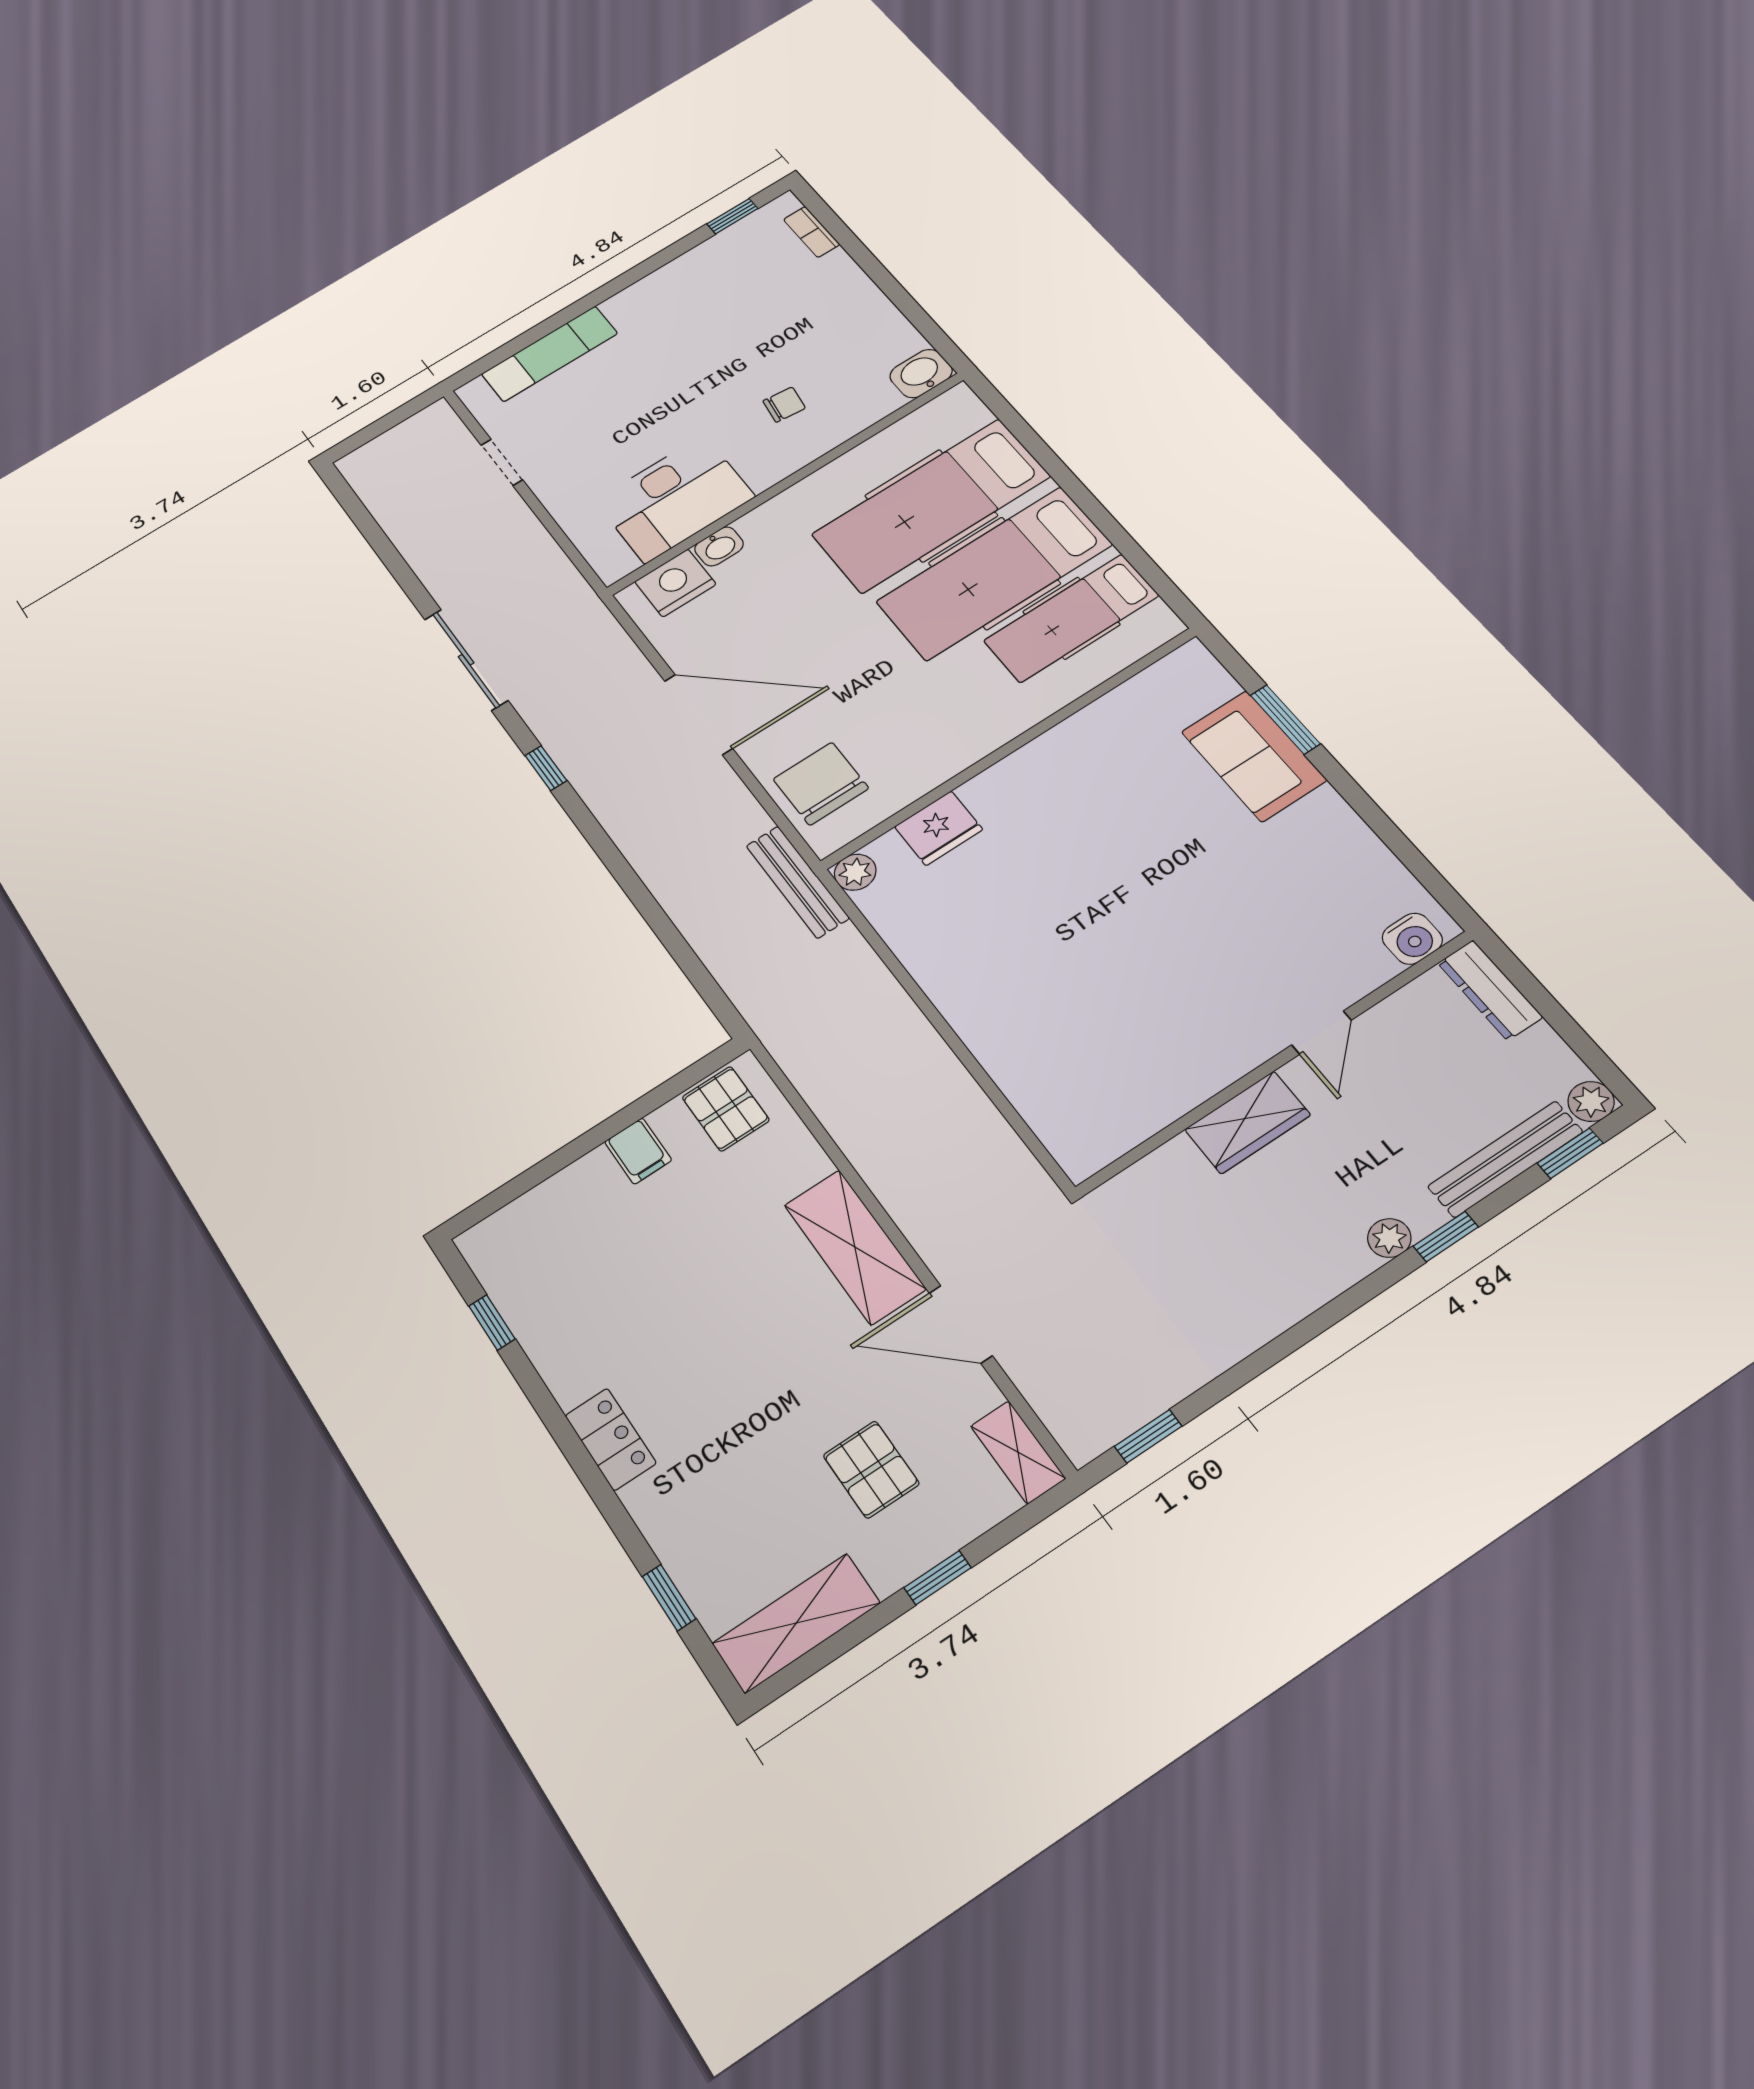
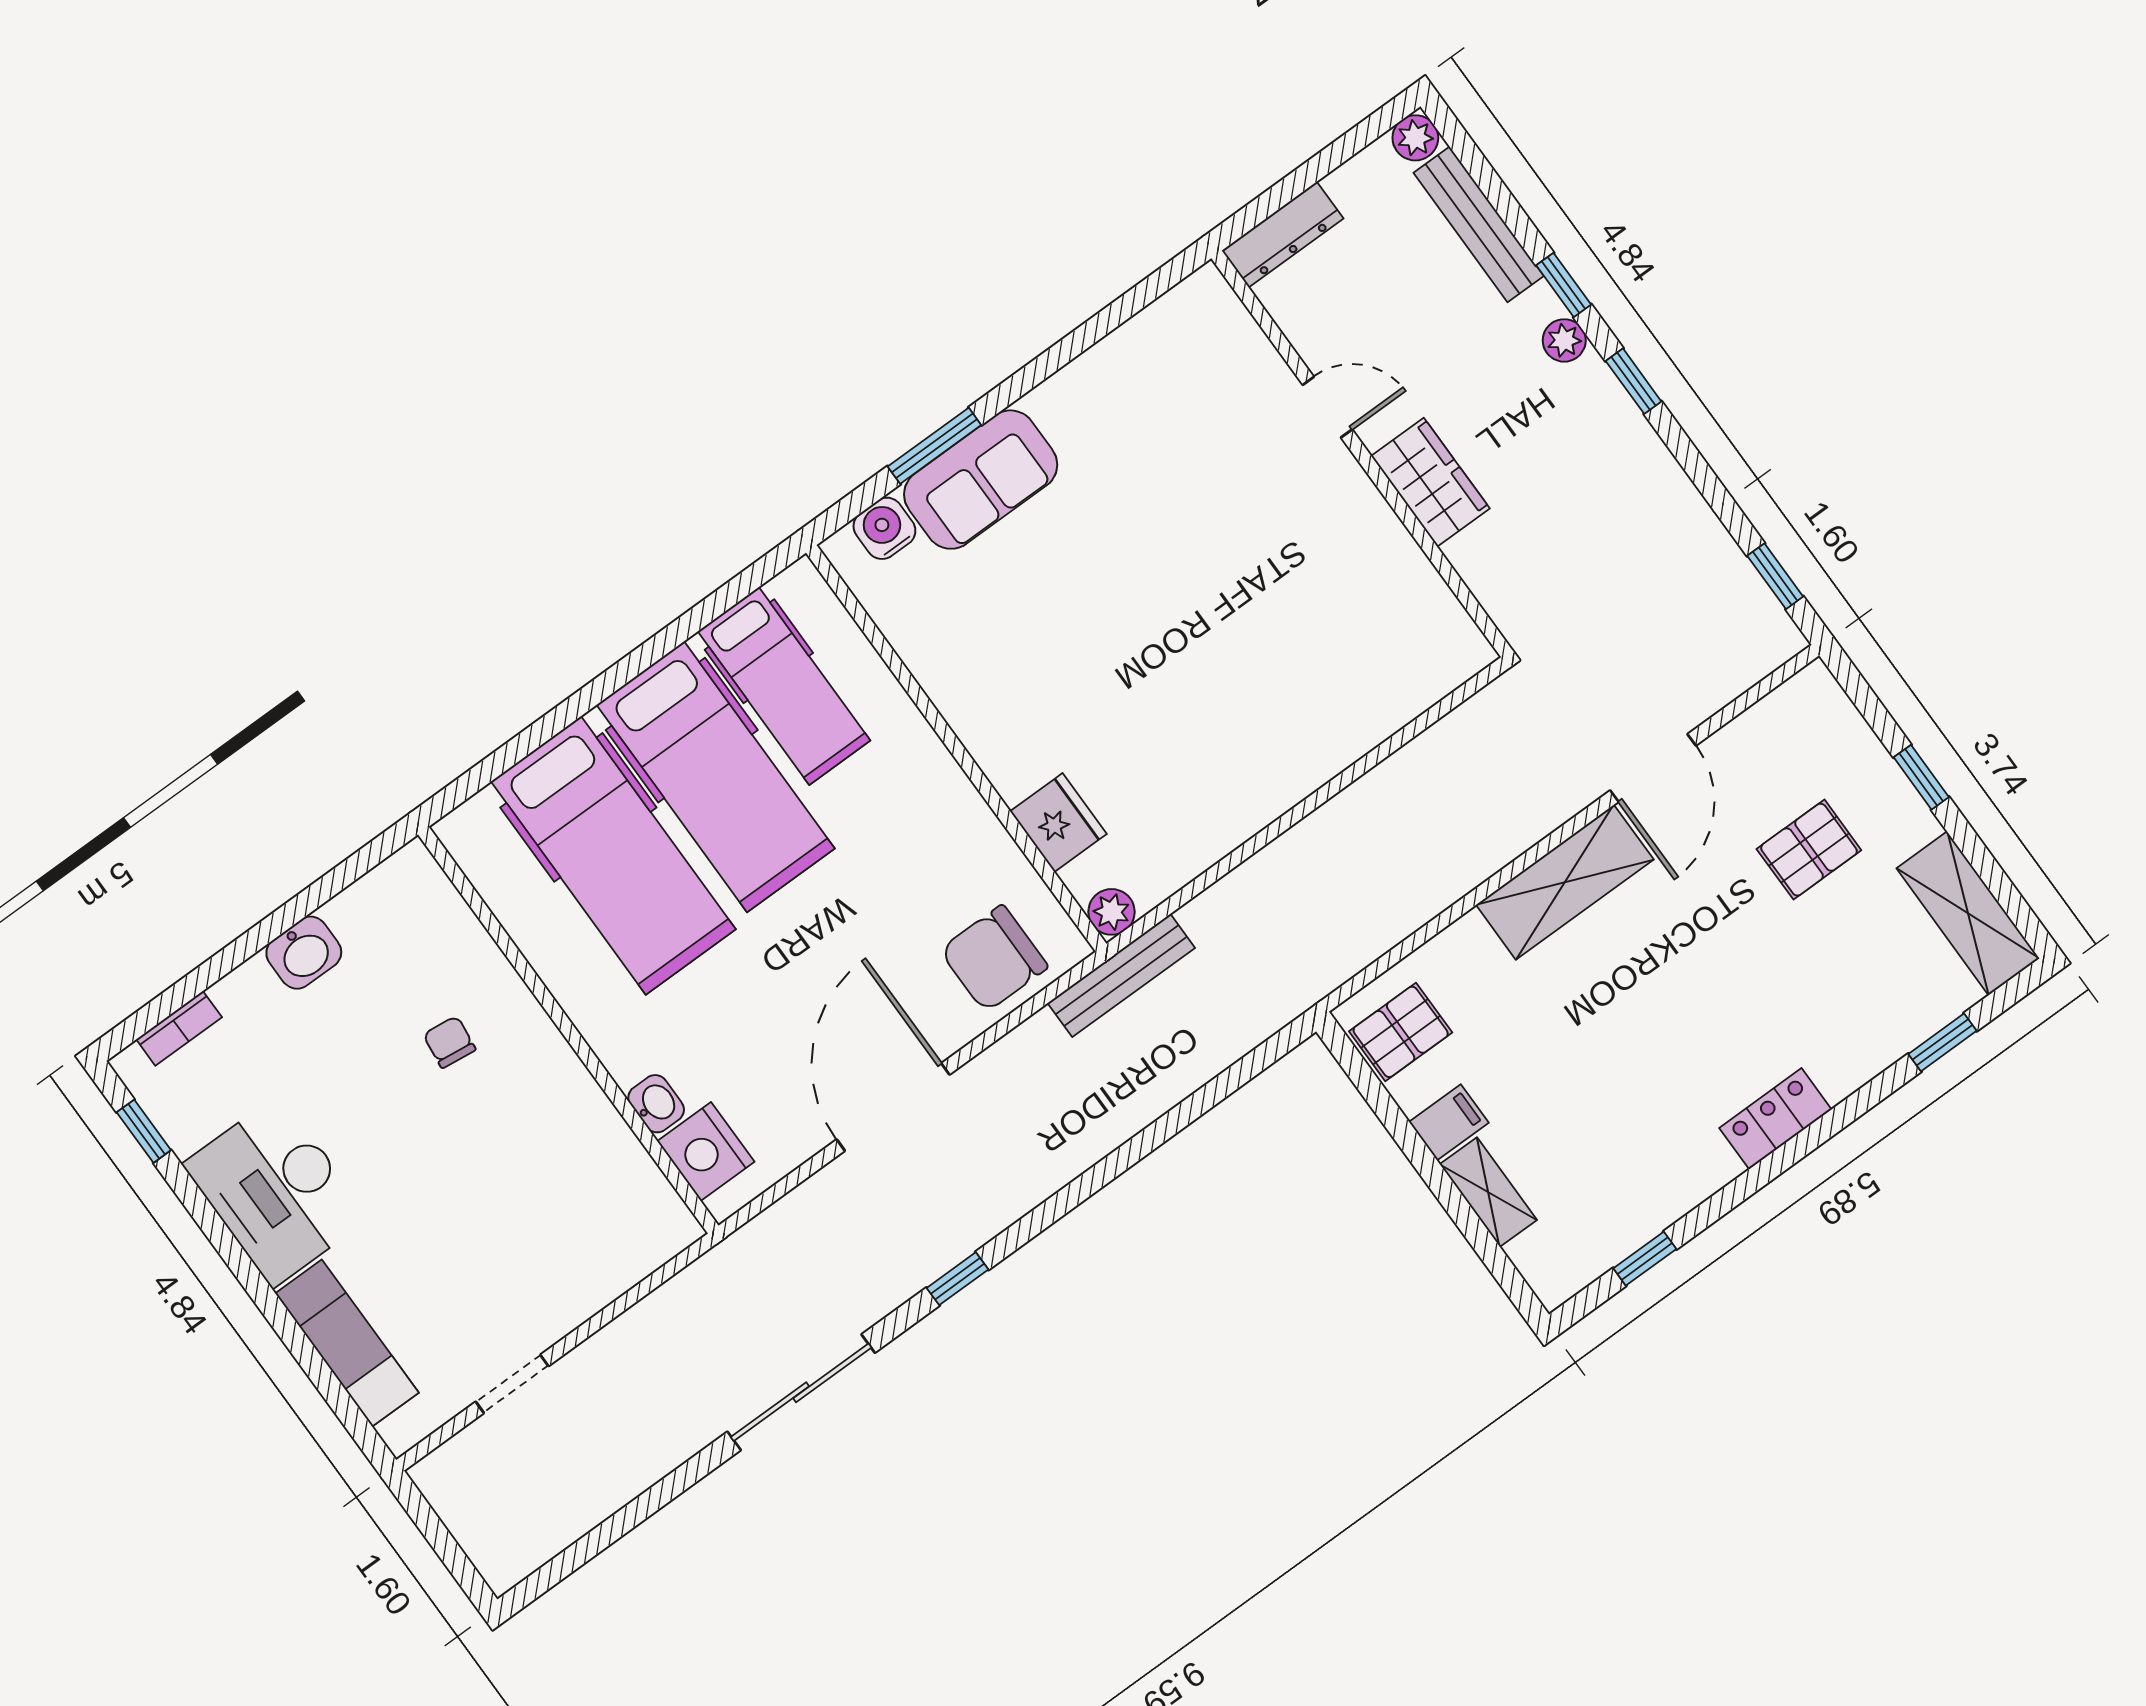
washbasin: (921, 374) -> (304, 953), moved, turned -90
desk: (675, 499) -> (276, 1191), moved, turned 180
water cooler: (1412, 939) -> (884, 528), moved, turned -90
window: (1570, 1153) -> (1634, 381), moved
shelving: (1018, 1452) -> (1488, 1192), moved, turned 90

